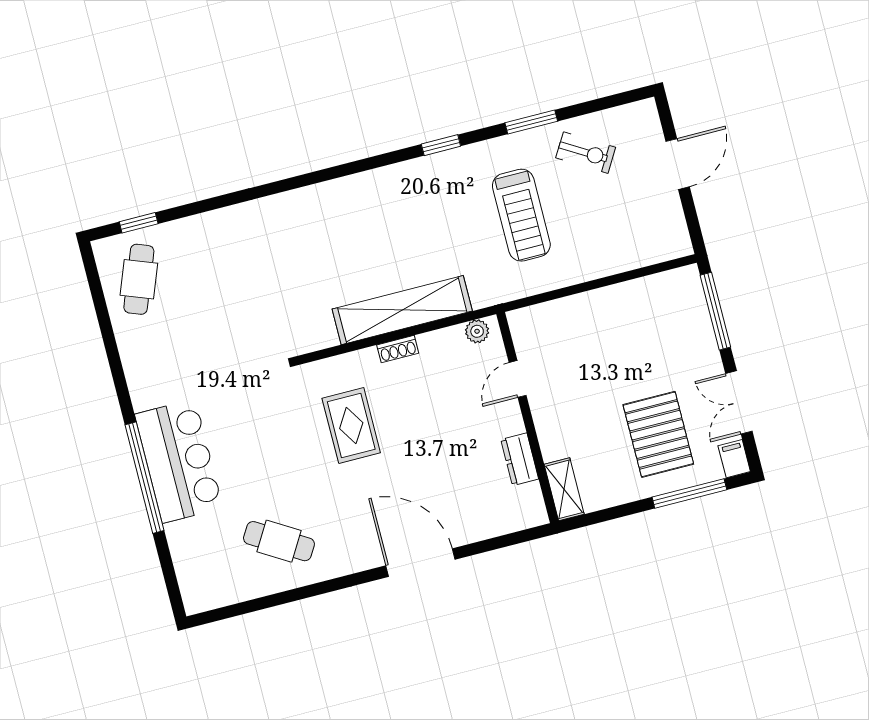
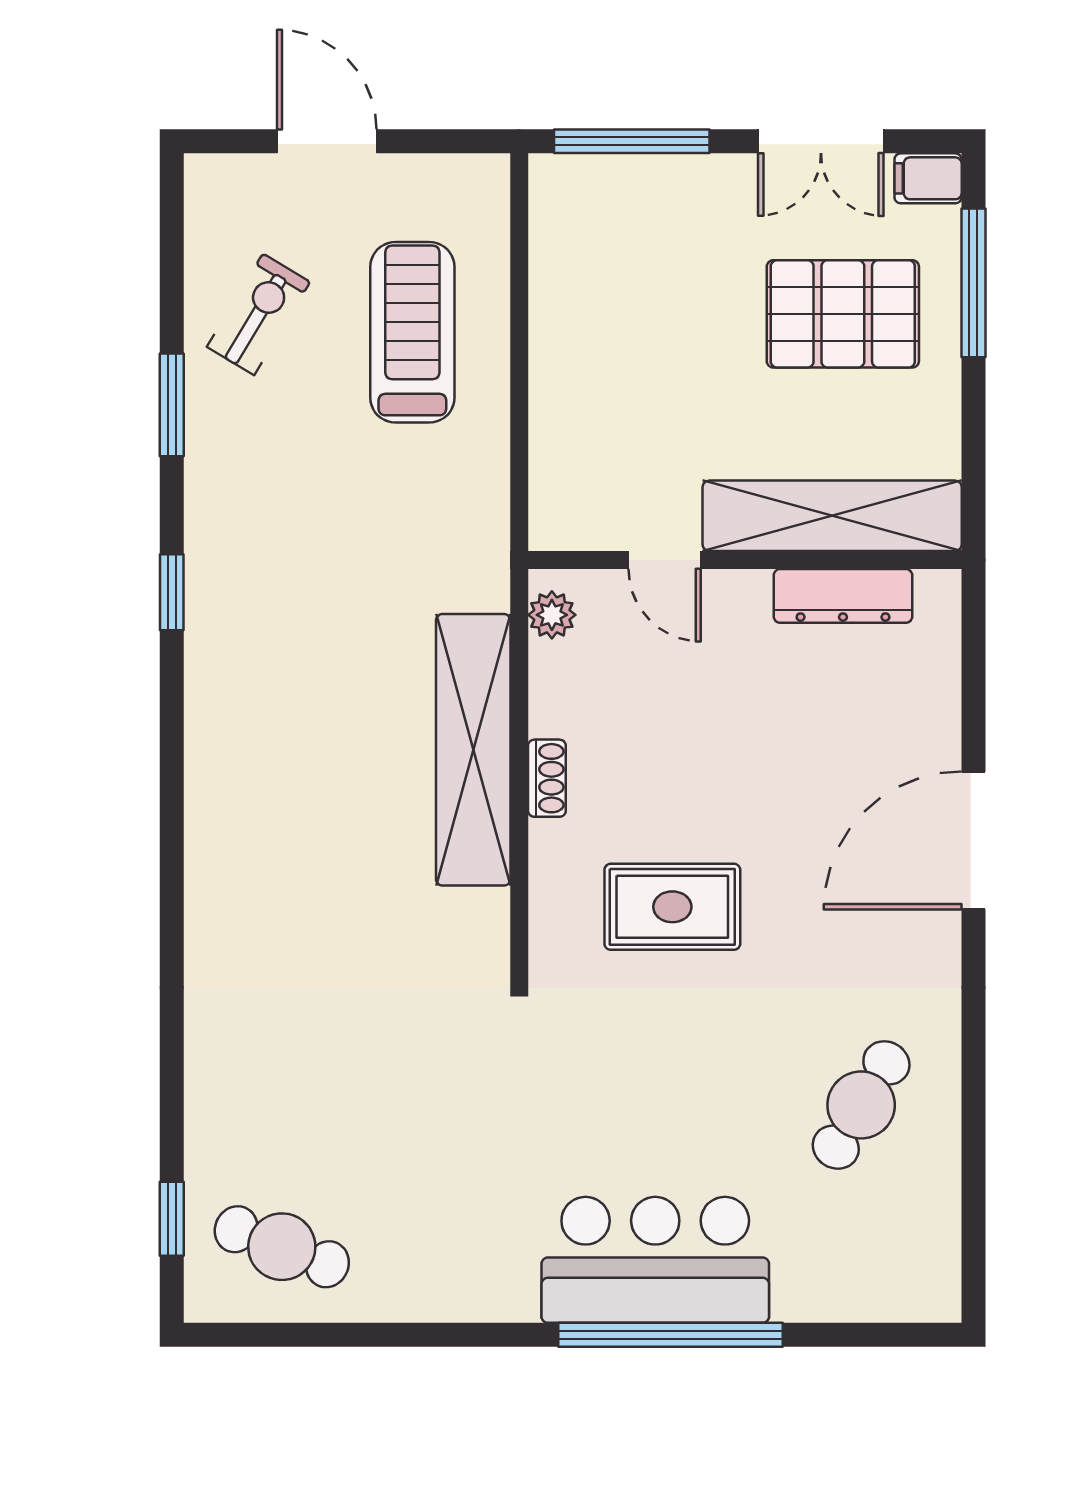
treadmill: (521, 215) -> (412, 332), moved, turned -90
dresser: (520, 459) -> (843, 596), width x1.44
shelving: (564, 489) -> (832, 516), width x2.20, depth x1.33

